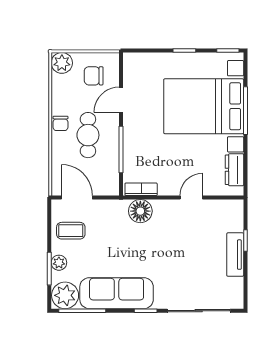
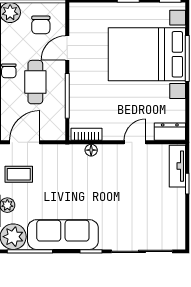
chair: (94, 76) -> (41, 25), turned -90
dresser: (234, 170) -> (170, 132), moved, turned 90
door: (77, 198) -> (25, 142), hinge flipped
floor lamp: (140, 211) -> (91, 150), width x0.53, depth x0.53
tv unit: (235, 255) -> (177, 166), moved

